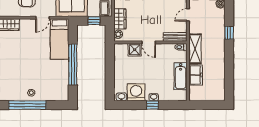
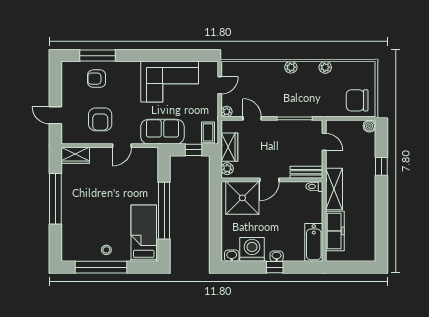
door: (188, 15) -> (324, 142), swing flipped
bed: (60, 39) -> (144, 233), moved, turned 180
door: (149, 42) -> (269, 180), hinge flipped
shower: (135, 50) -> (242, 198), width x1.86, depth x1.86
freezer: (196, 75) -> (335, 231), width x1.40
bathtub: (181, 76) -> (314, 242), moved

